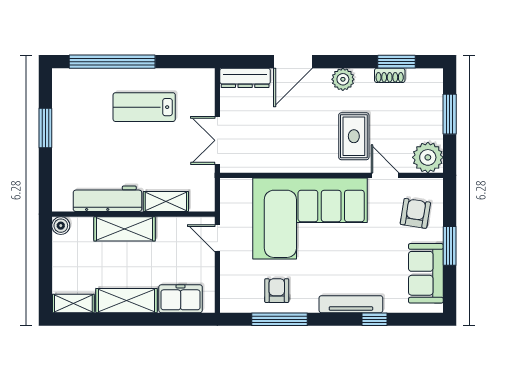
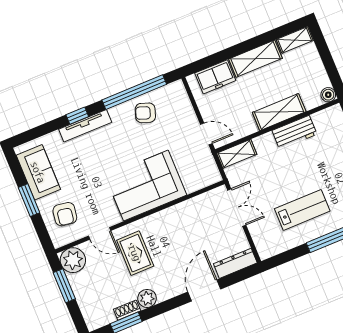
plant: (343, 79) -> (147, 298), moved
window: (450, 114) -> (64, 286), moved
workbench: (107, 199) -> (294, 132), width x0.73
shelving: (166, 201) -> (237, 154), moved
corner sofa: (310, 219) -> (146, 186), width x0.73, depth x0.74
armchair: (277, 291) -> (145, 113), turned 109
window: (280, 319) -> (134, 92), width x1.46
window: (374, 319) -> (77, 116), moved

